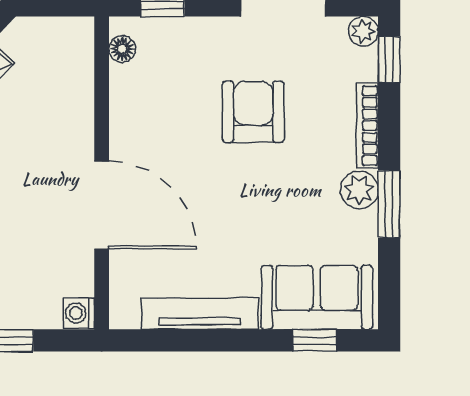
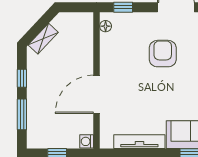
door: (102, 205) -> (97, 94), swing flipped

